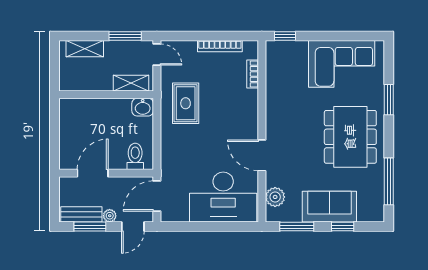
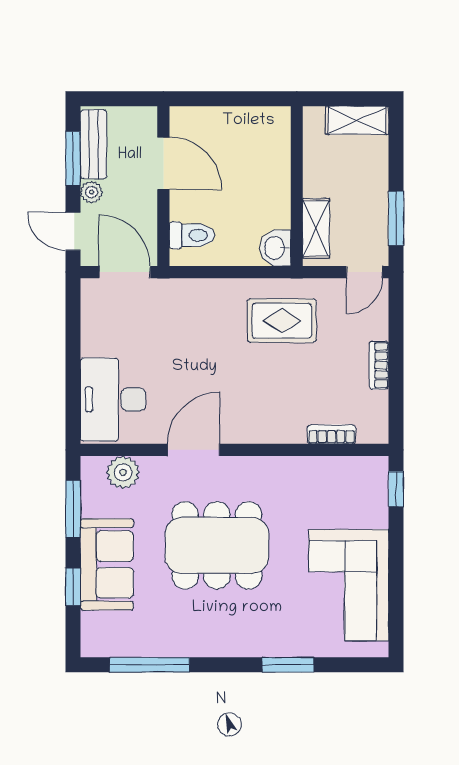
bookcase: (220, 46) -> (379, 365), width x0.64
shelving: (85, 49) -> (357, 120), moved, turned 90
dining table: (350, 137) -> (217, 545), moved
desk: (223, 197) -> (113, 399), width x0.73, depth x0.77

